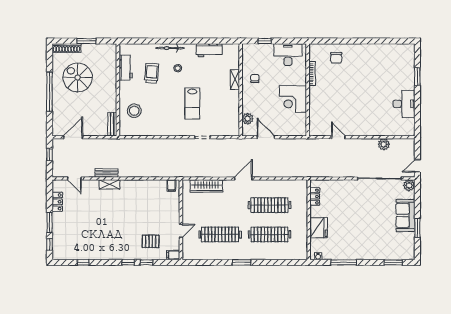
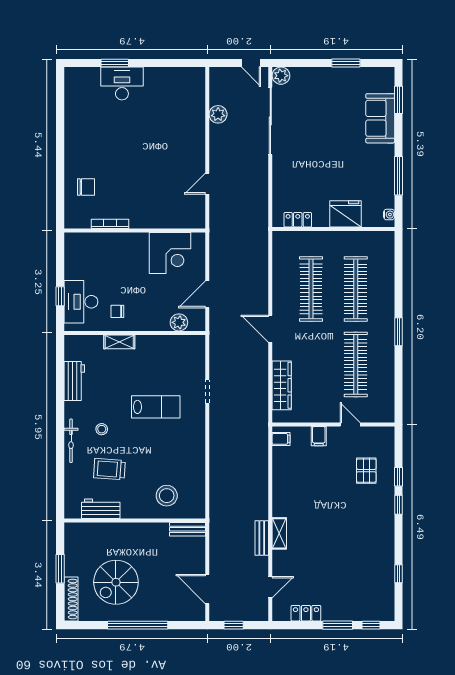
desk: (288, 55) -> (81, 302), moved
corner desk: (293, 99) -> (170, 253), moved
desk: (404, 104) -> (122, 83), moved
sofa: (405, 215) -> (380, 118), moved, turned 90
filing cabinet: (173, 255) -> (319, 436), moved

